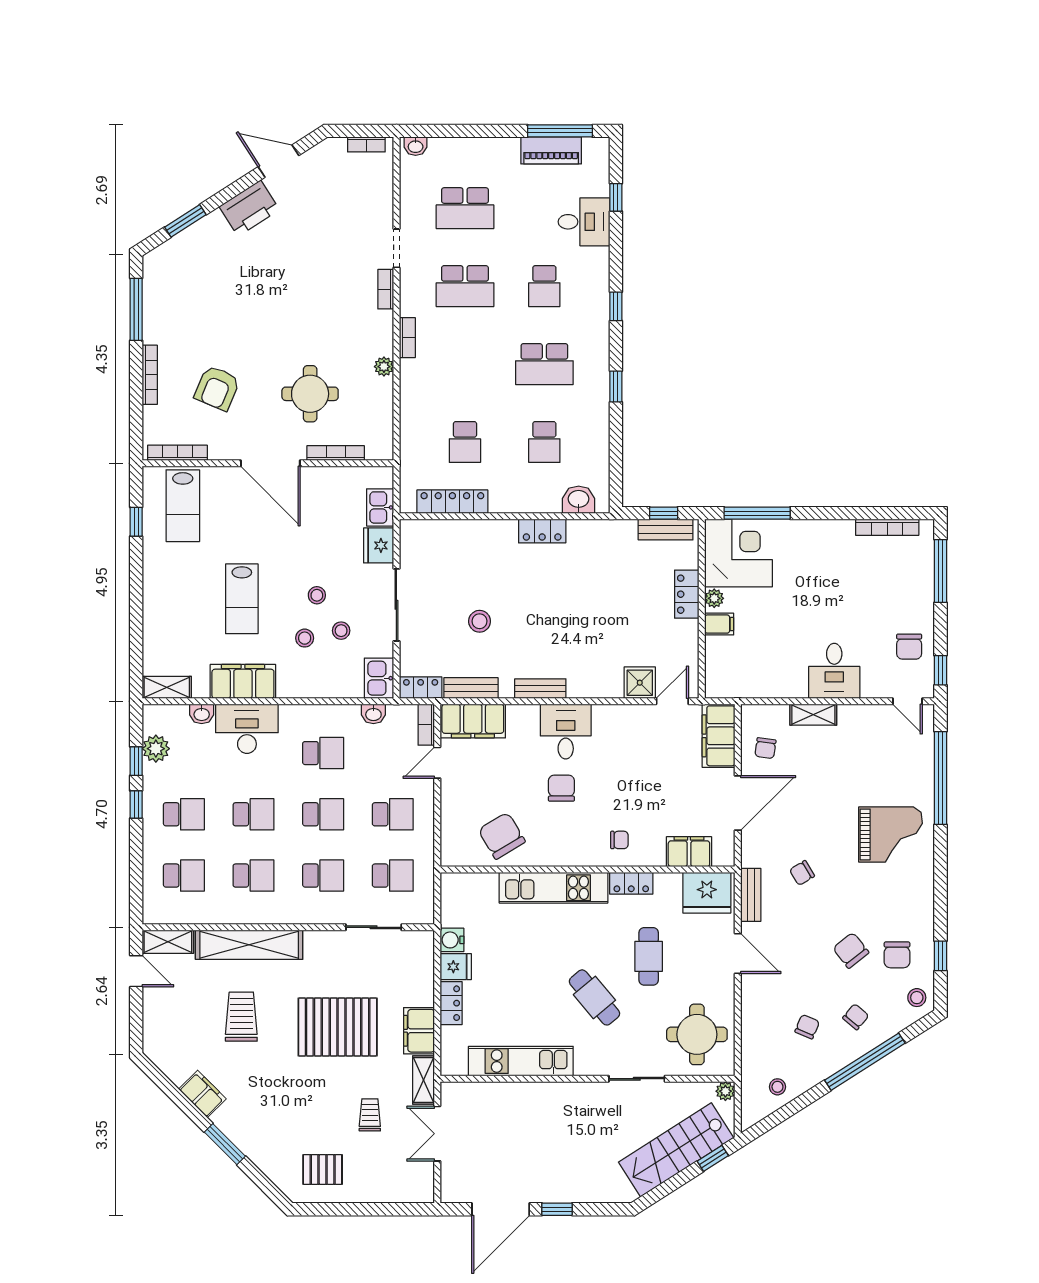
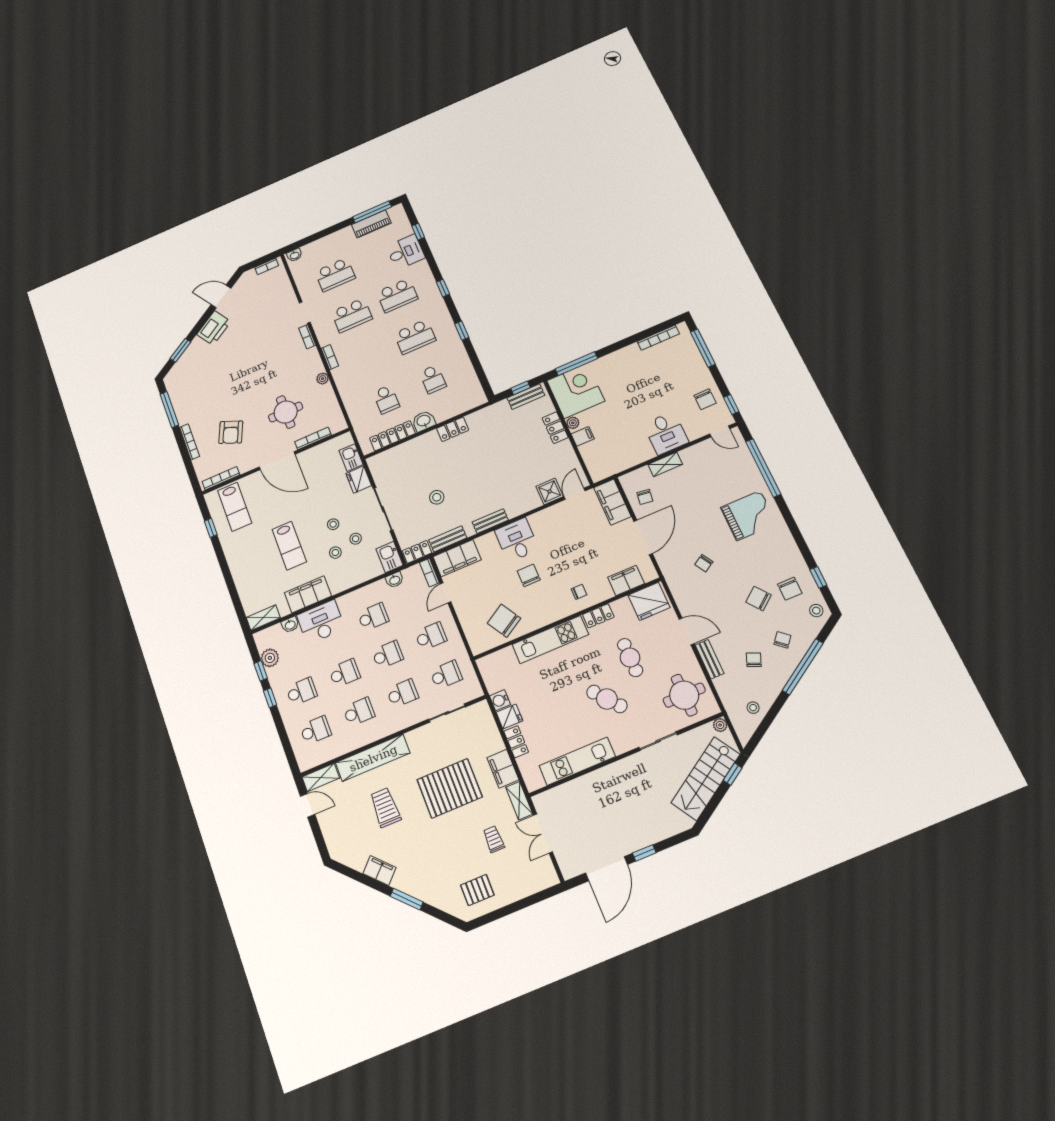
school desk: (544, 286) -> (397, 295), width x1.85
washbasin: (579, 500) -> (424, 421), moved
bench: (751, 895) -> (709, 659), moved

